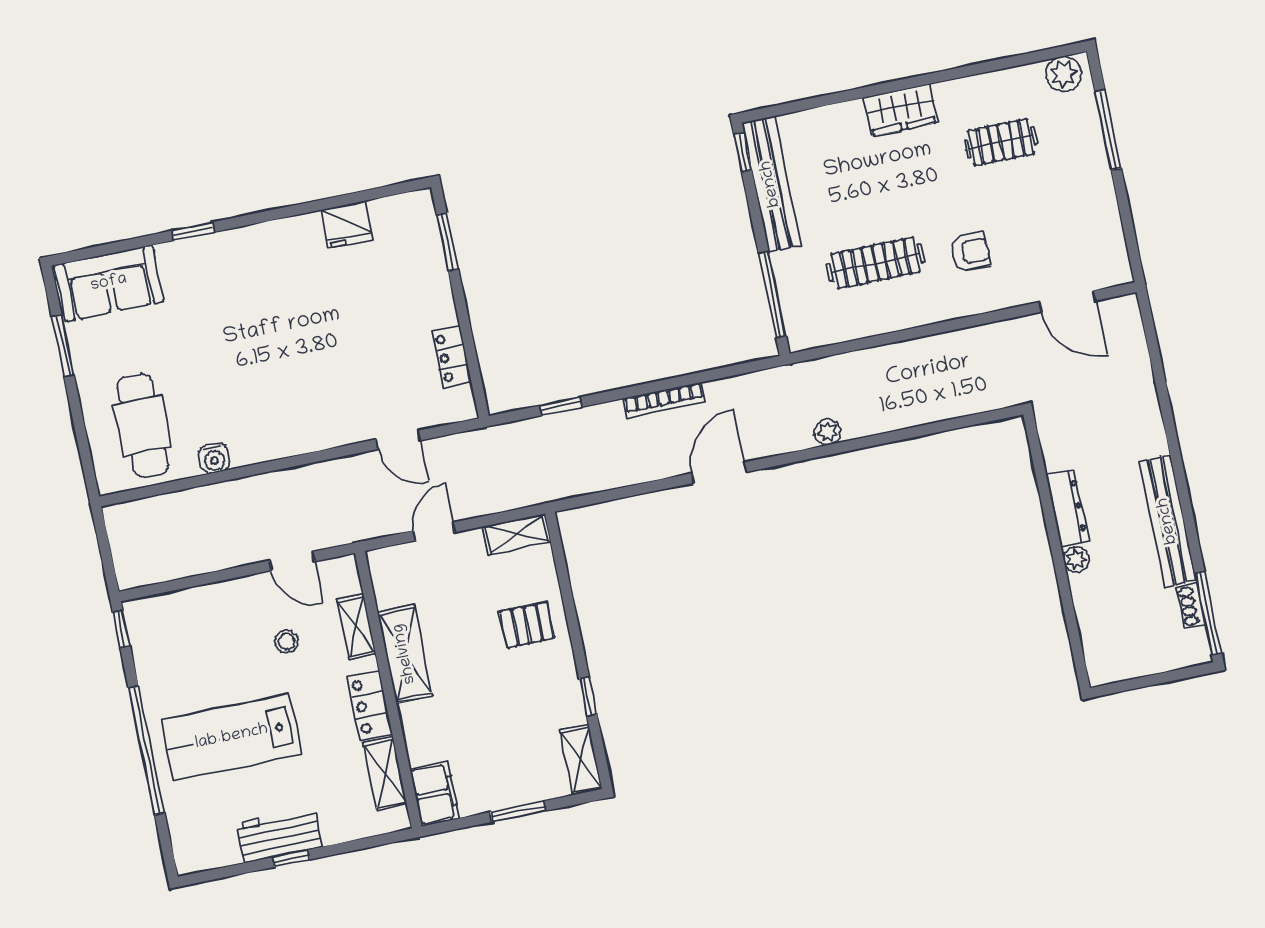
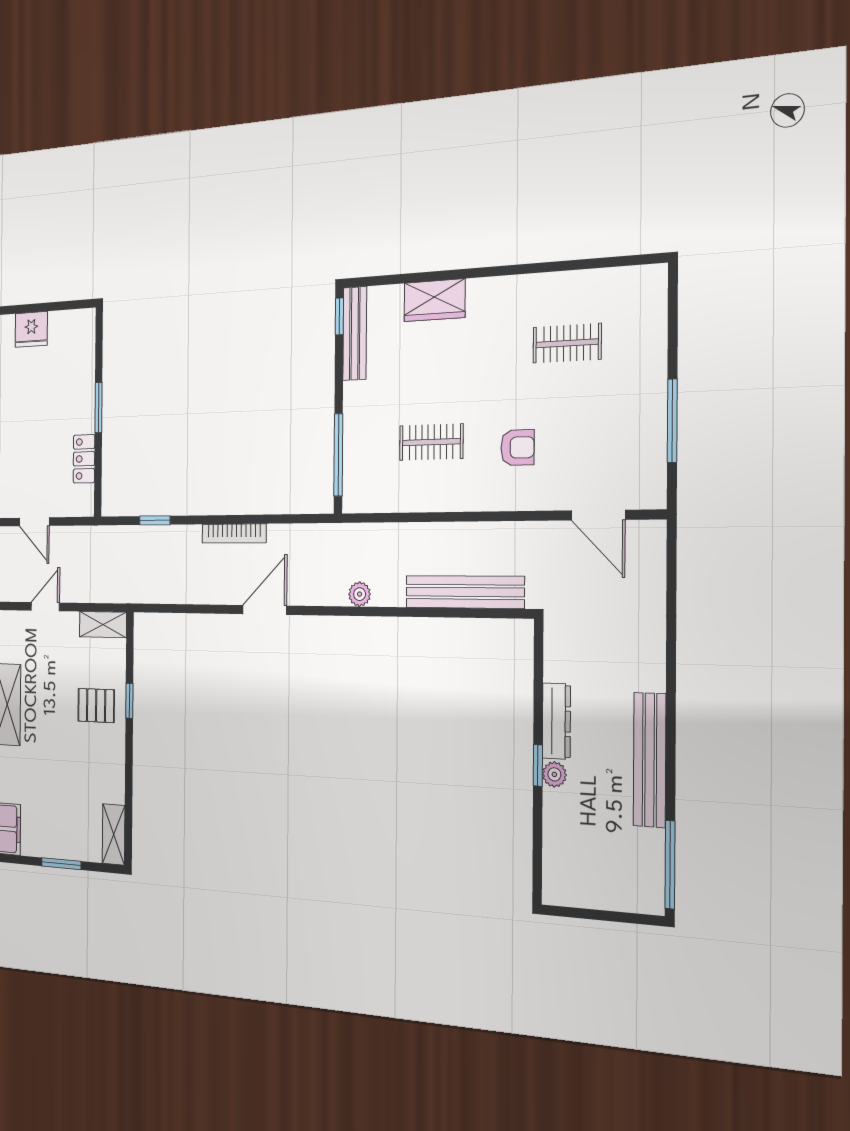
plant: (1064, 74) -> (641, 283), removed
wardrobe: (901, 110) -> (435, 300), moved
window: (1108, 130) -> (672, 421), moved
bench: (771, 184) -> (355, 333), width x0.73, depth x0.82
window: (448, 242) -> (98, 408), moved
clothes rail: (876, 263) -> (431, 442), width x0.73
bench: (944, 404) -> (465, 592), added
window: (1057, 555) -> (538, 765), added
shoe rack: (1191, 606) -> (655, 852), removed
window: (588, 696) -> (129, 701), moved

